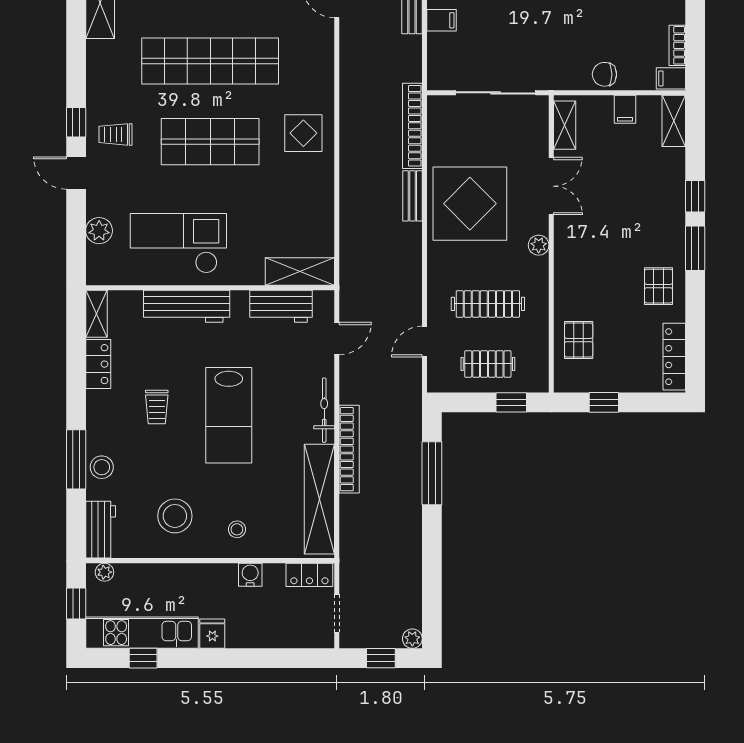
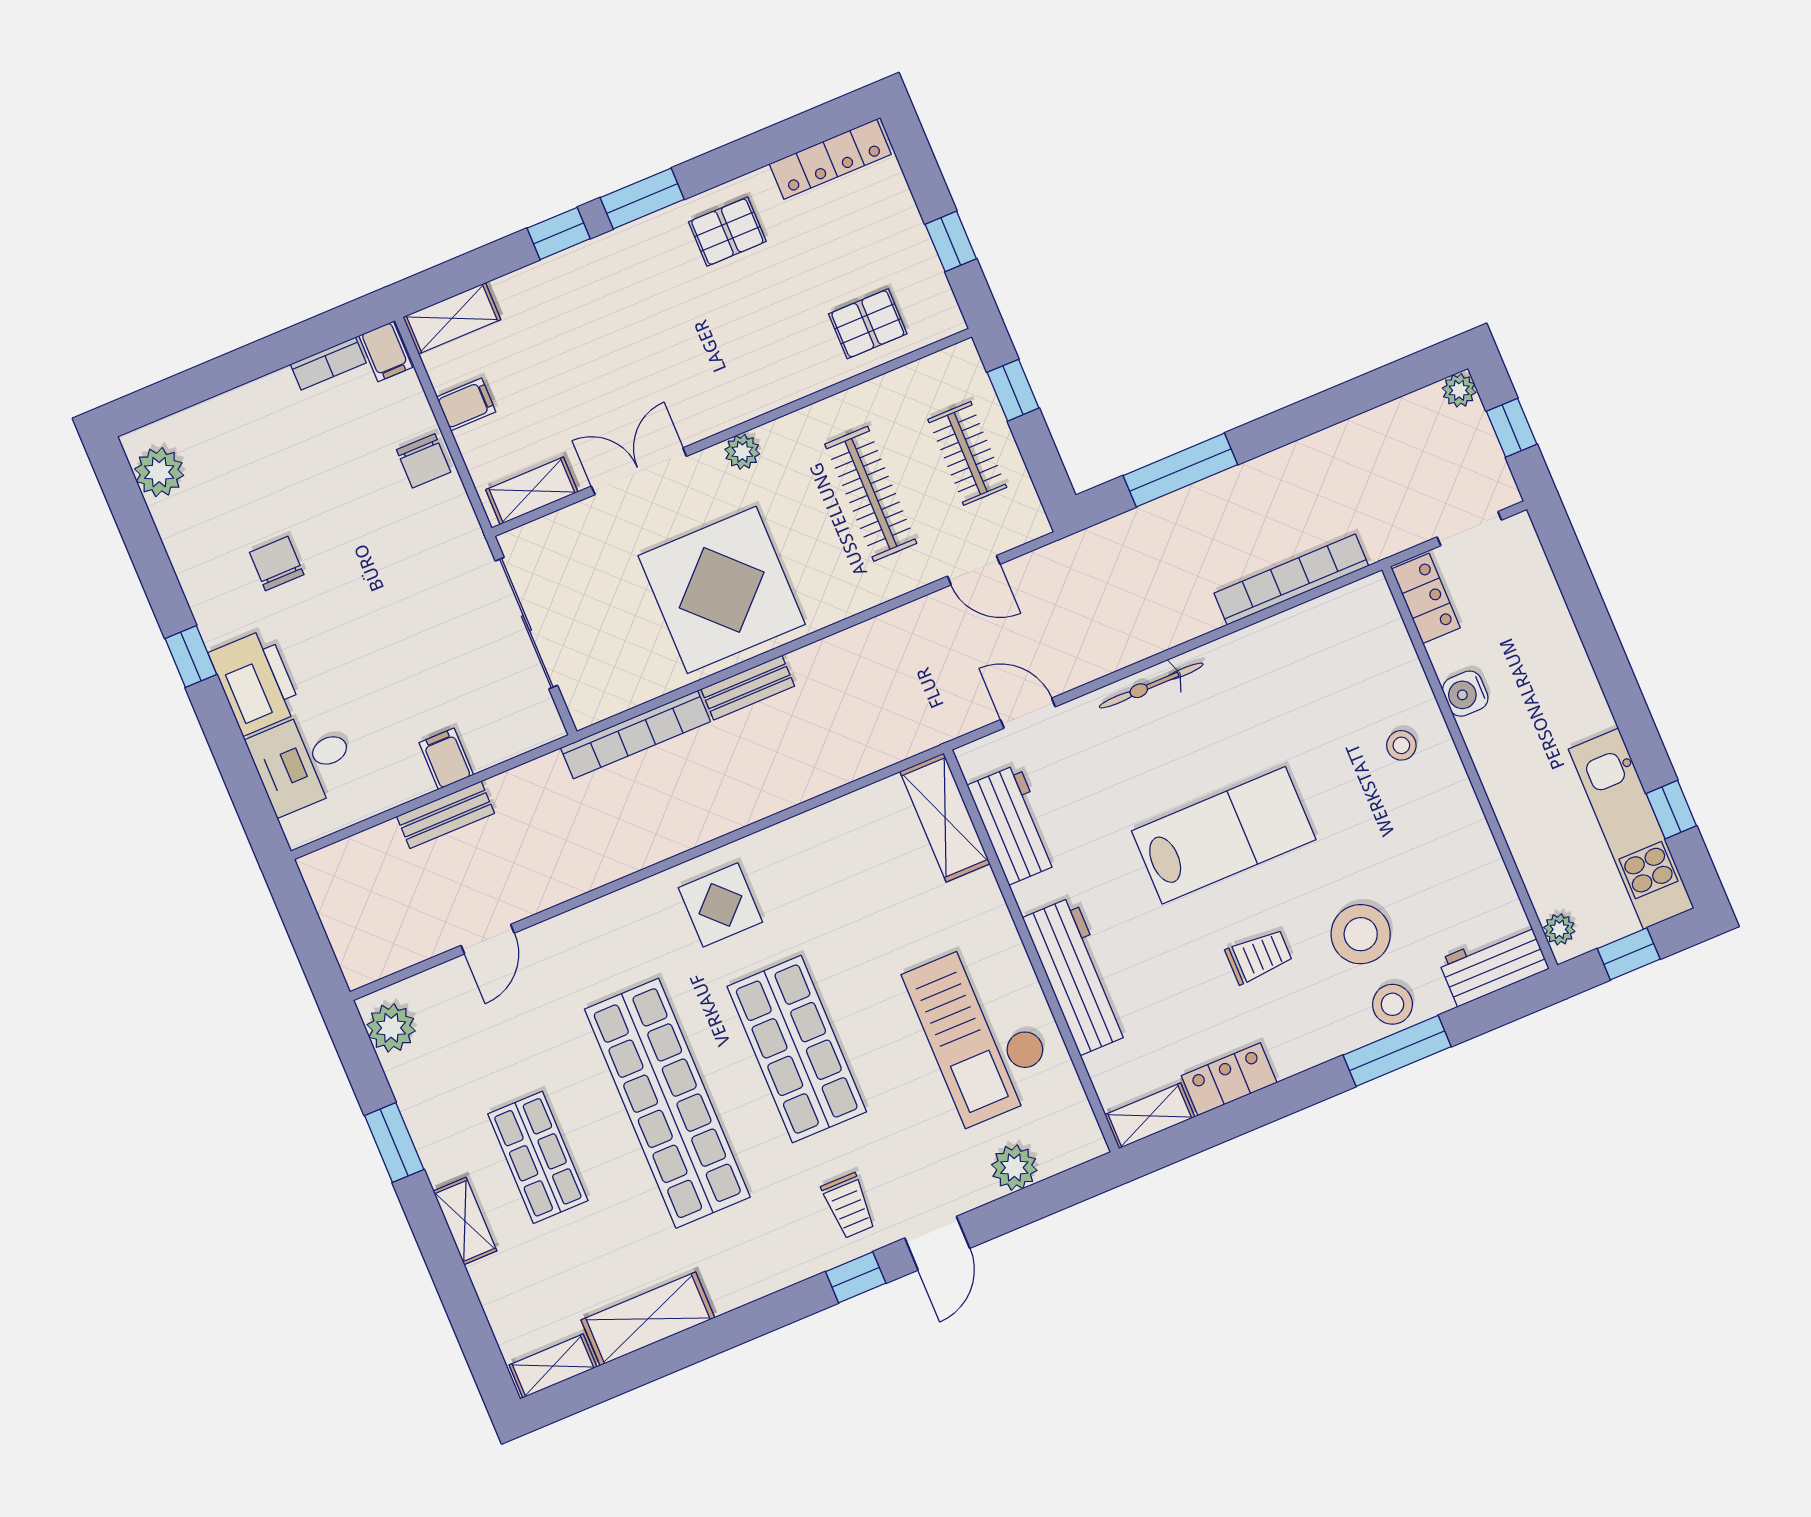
bookcase: (349, 449) -> (1291, 580), moved
shelving: (319, 499) -> (1298, 633), removed
stool: (175, 516) -> (1361, 934), moved
fridge: (212, 634) -> (1586, 715), removed

